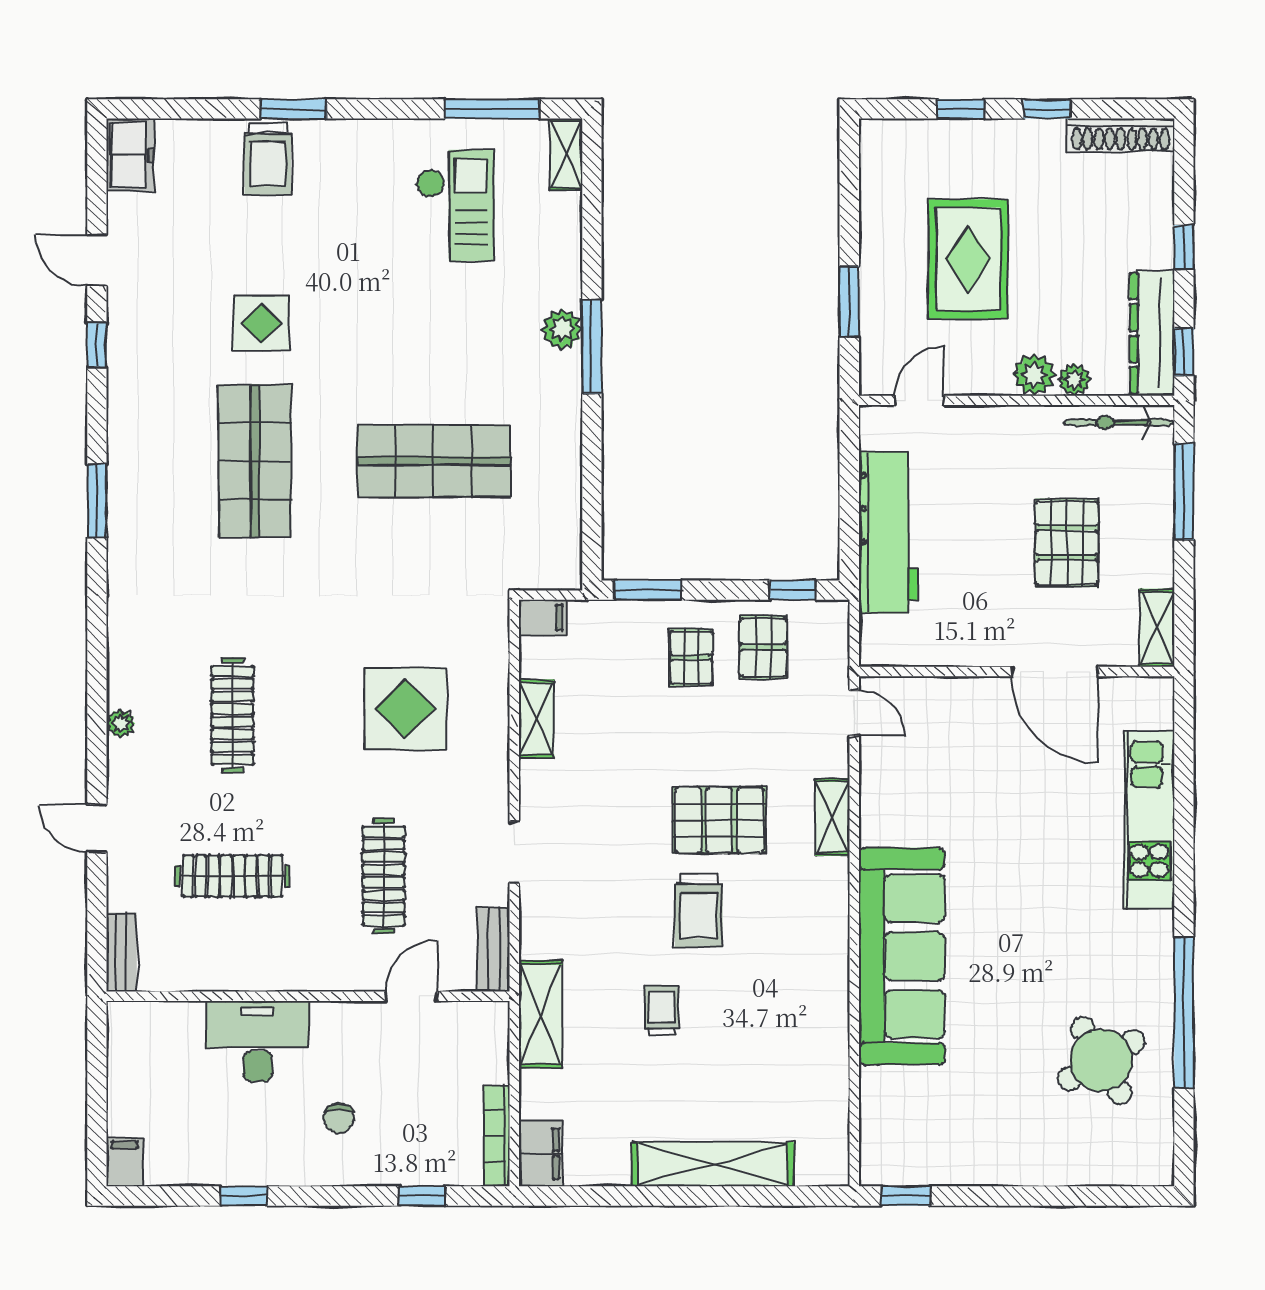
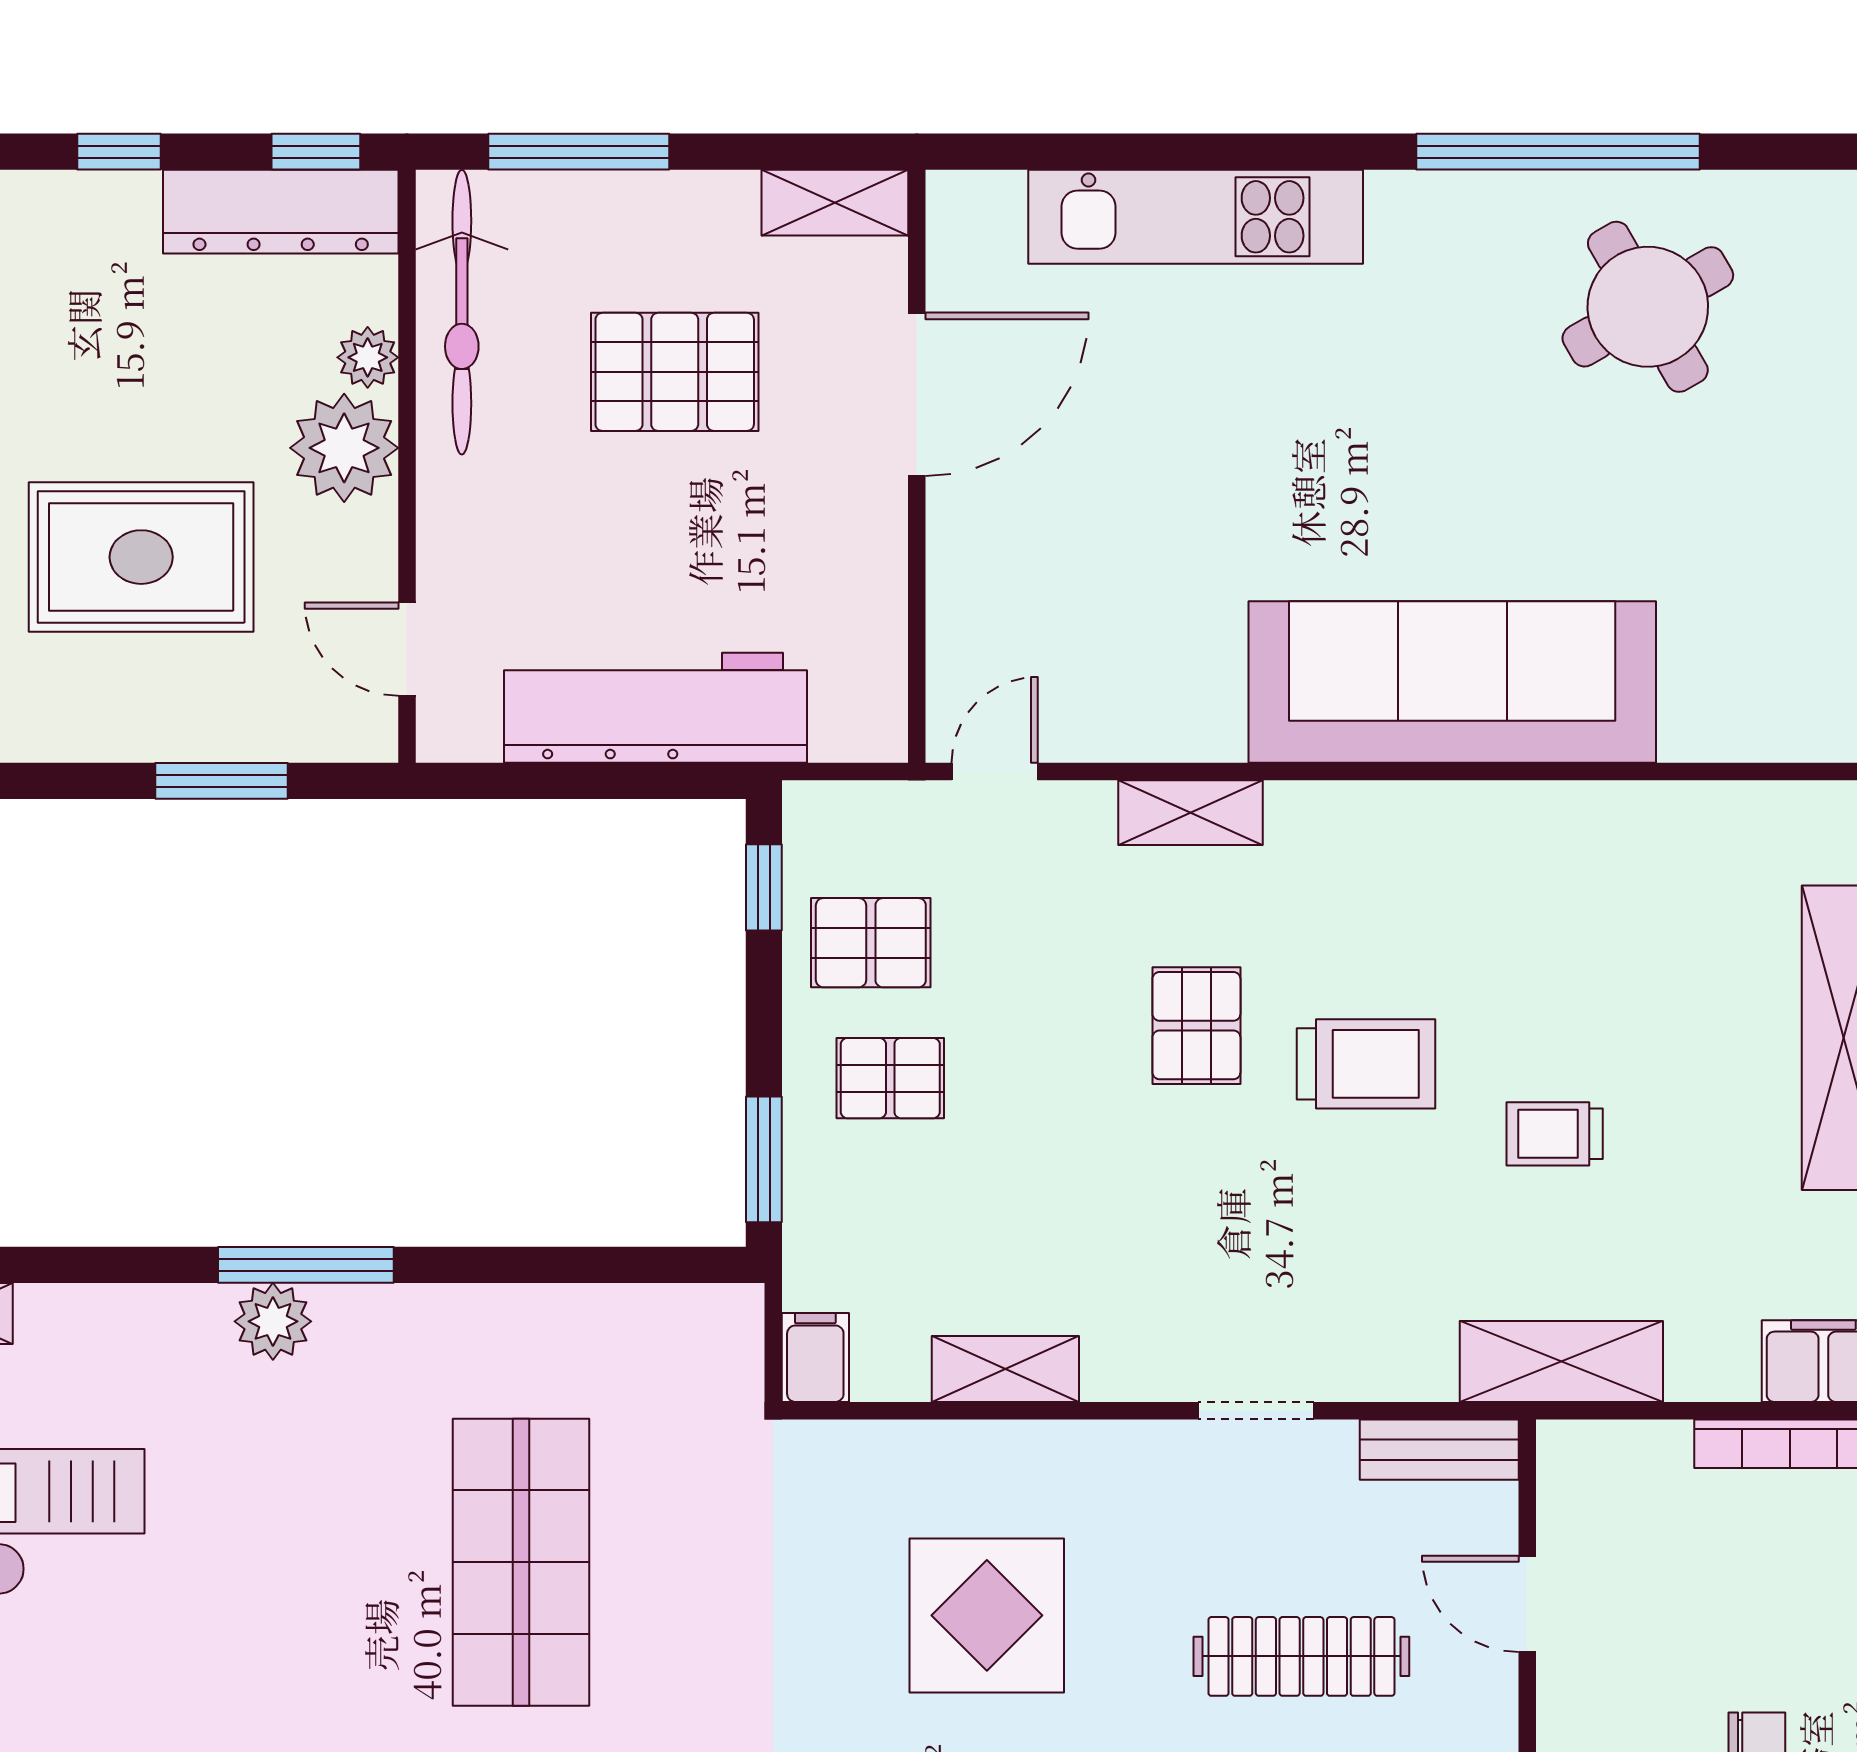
plant: (1034, 375) -> (344, 448), width x1.36, depth x1.36
bicycle: (1119, 423) -> (462, 312), width x1.37, depth x1.40
pallet: (719, 820) -> (1196, 1026), width x0.67, depth x0.71

